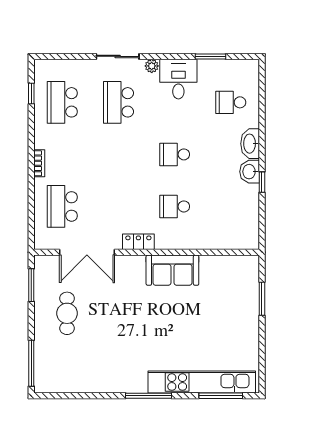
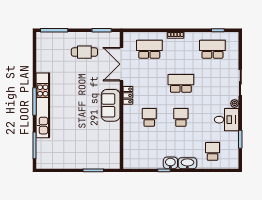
school desk: (118, 102) -> (181, 83), moved
sofa: (172, 270) -> (111, 105), moved
kitchen unit: (202, 382) -> (43, 105), moved

